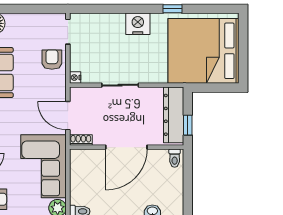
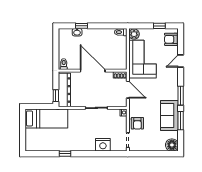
nightstand: (138, 24) -> (103, 145), moved
bed: (204, 51) -> (46, 118), width x0.49
window: (188, 125) -> (56, 96), moved
door: (126, 147) -> (93, 71), hinge flipped

